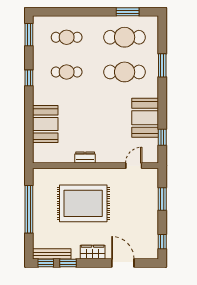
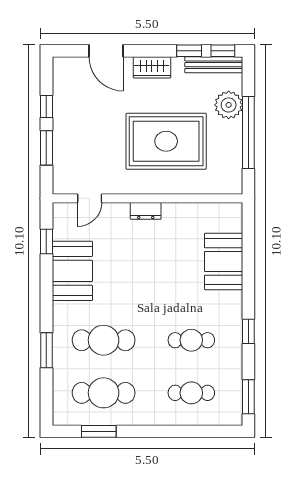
dresser: (85, 157) -> (146, 211), moved
plant: (42, 227) -> (229, 105), added
window: (162, 242) -> (46, 107), moved

